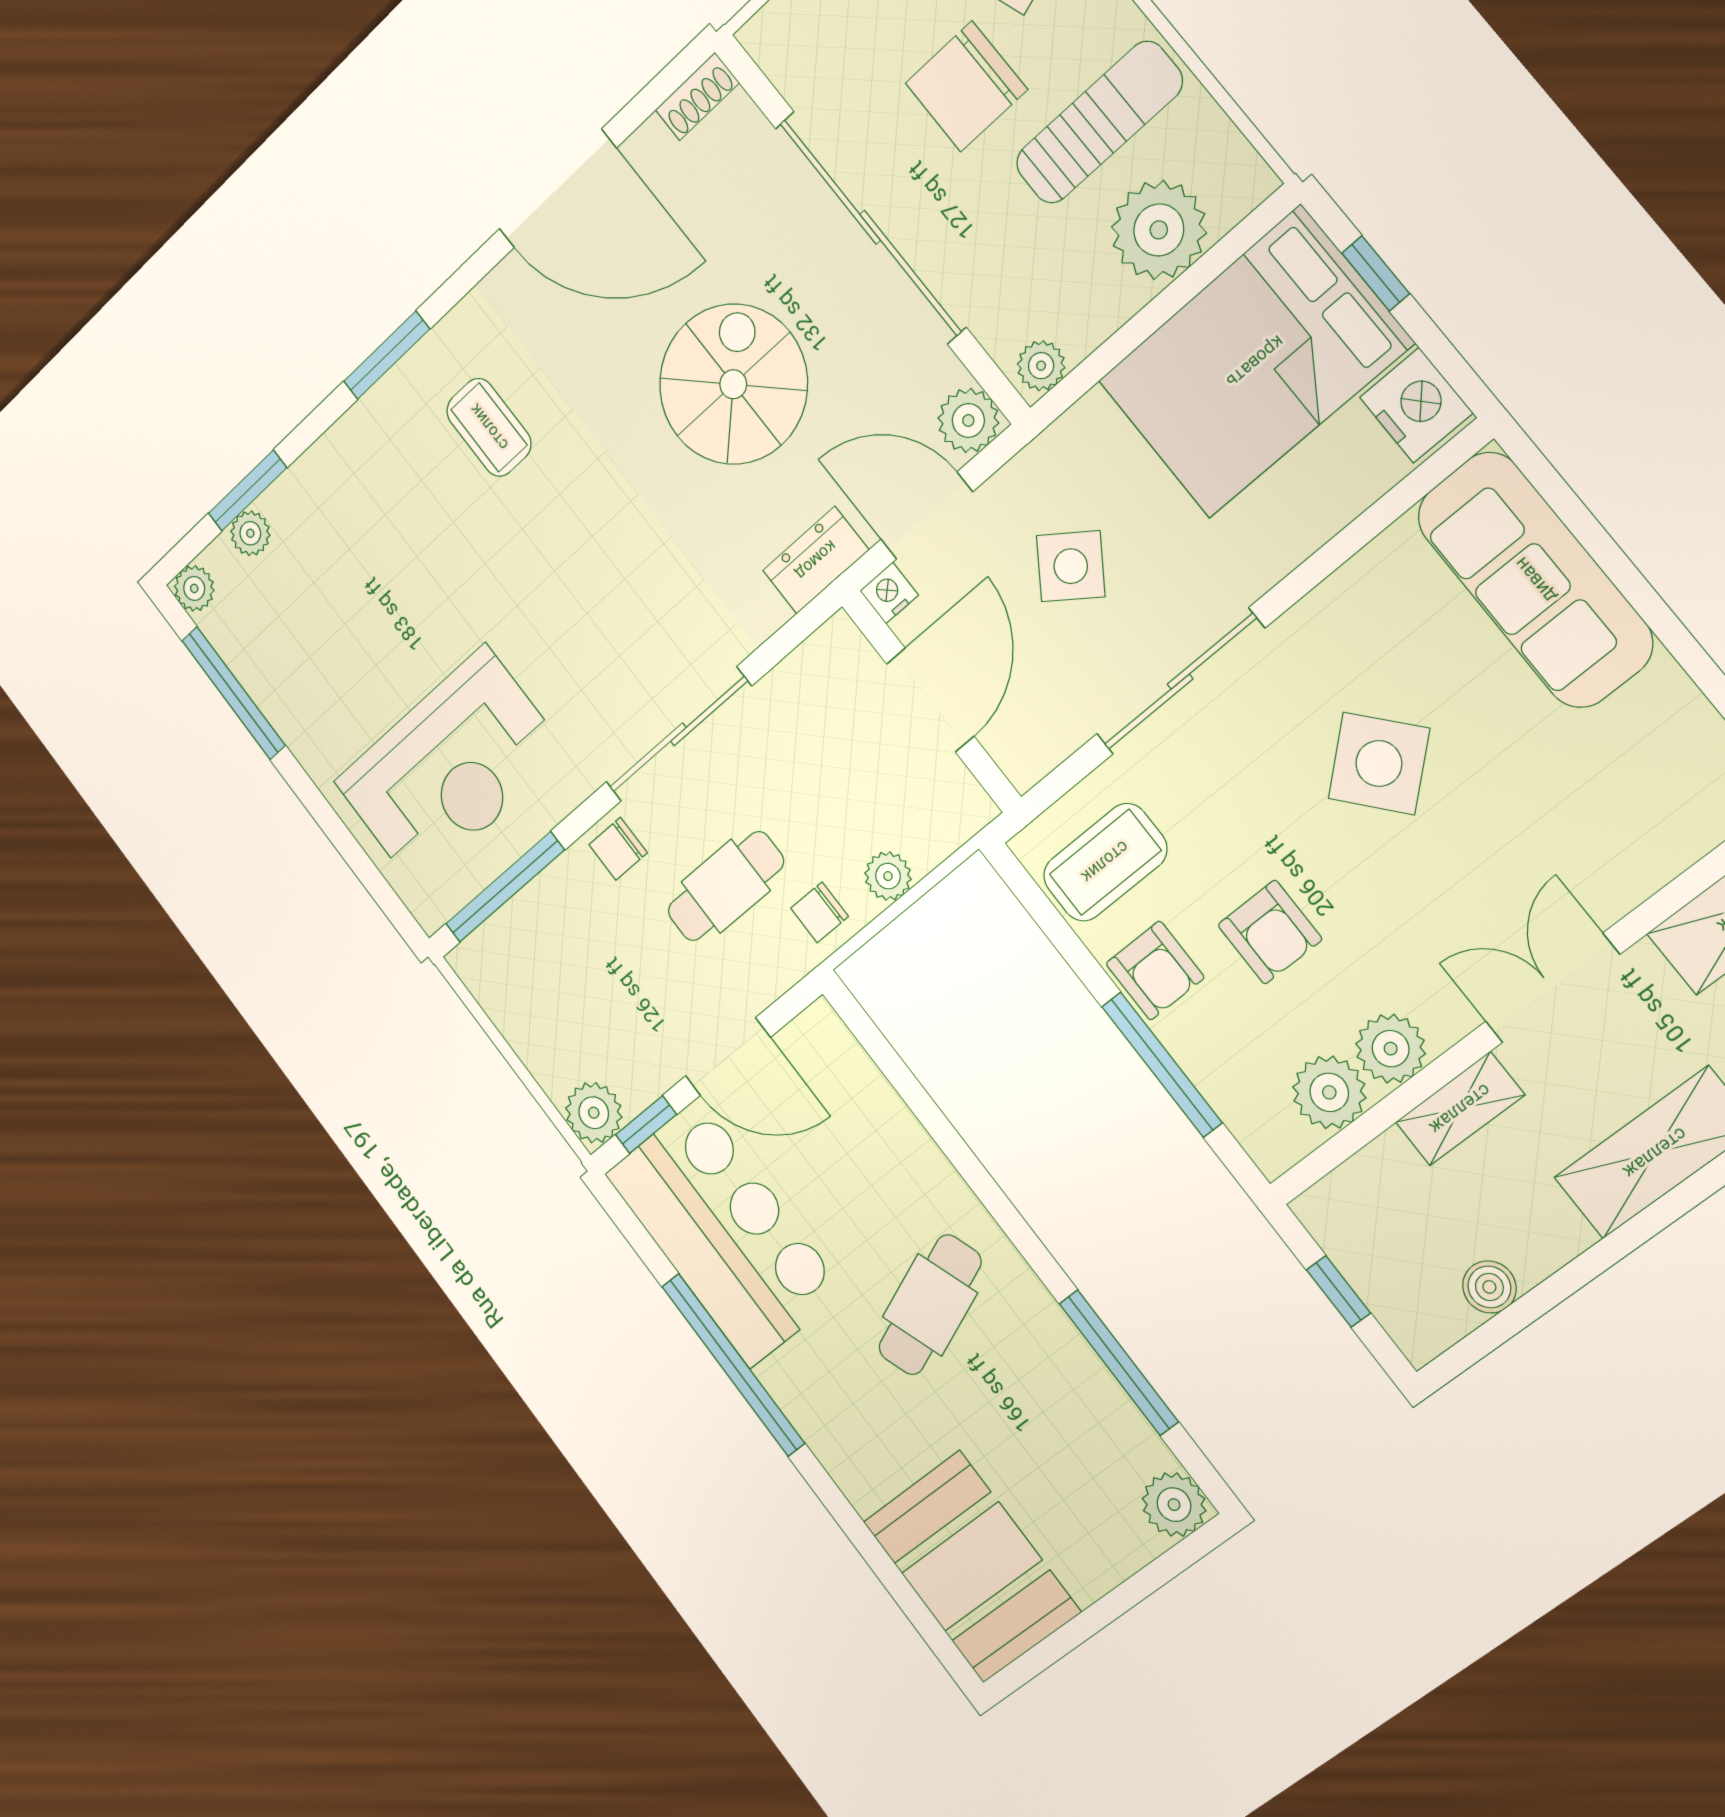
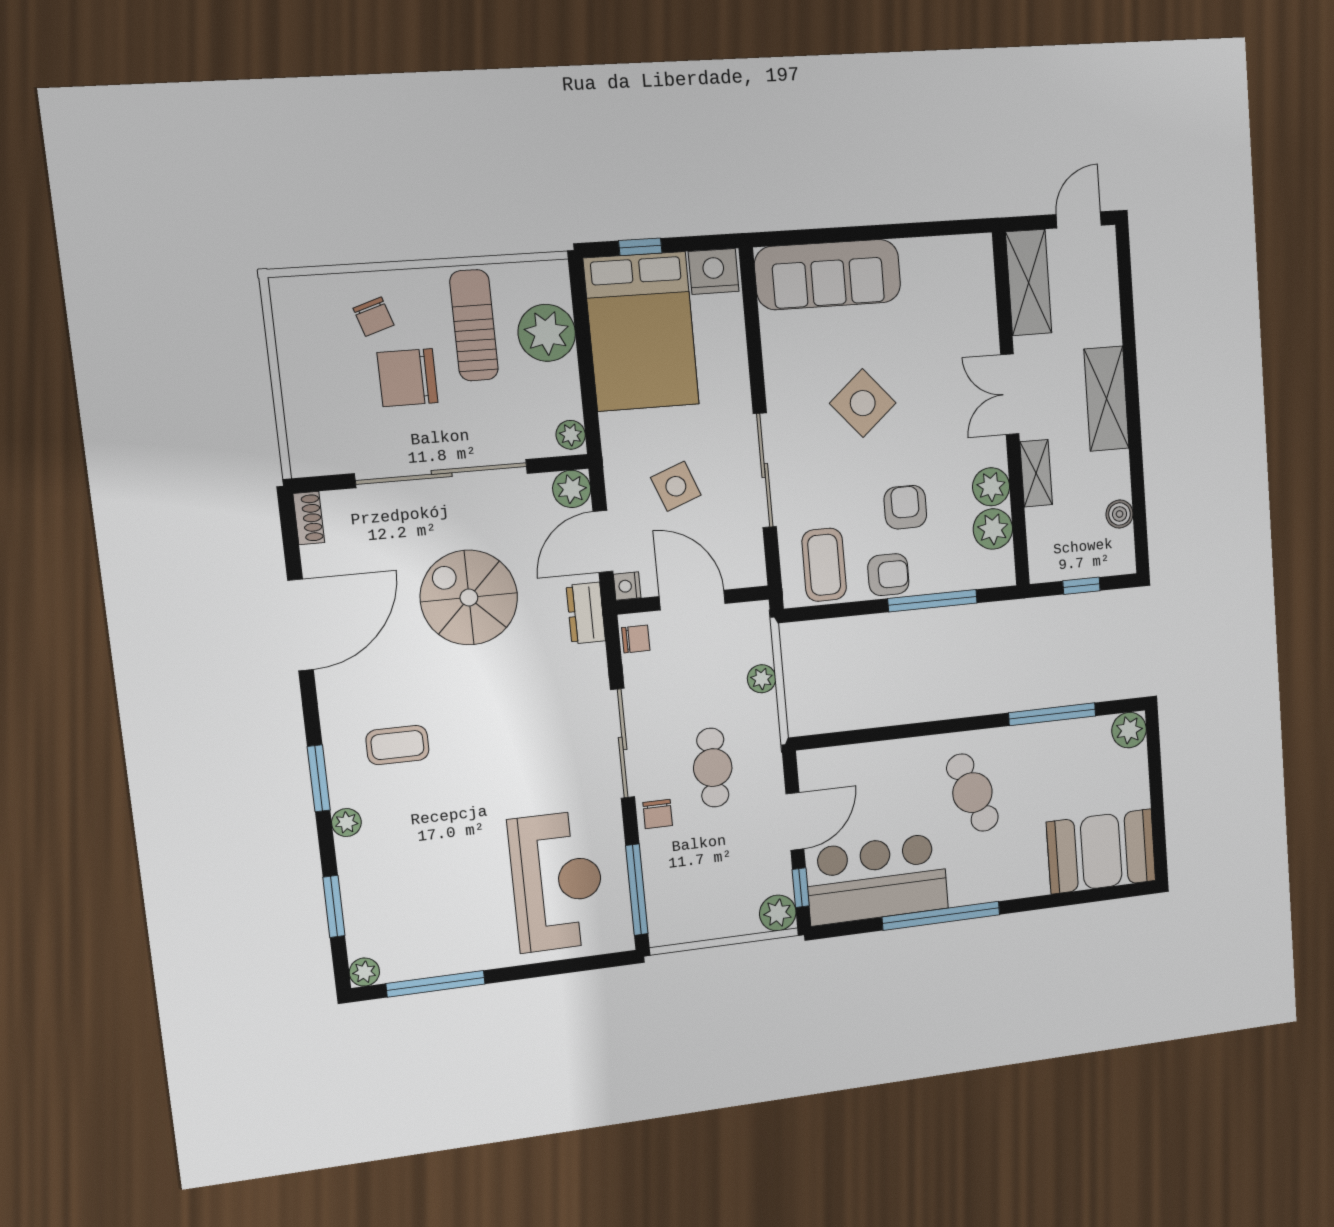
chair: (966, 86) -> (408, 378), turned 90
plant: (250, 533) -> (346, 823), moved
side table: (1071, 566) -> (676, 486), turned 34
chair: (820, 912) -> (636, 639), moved, turned -90
armchair: (1270, 932) -> (905, 507), turned -90

